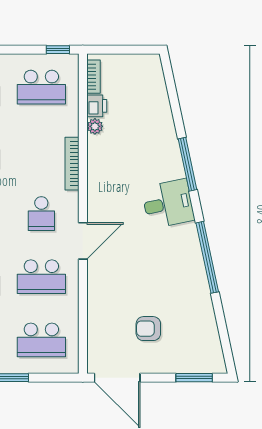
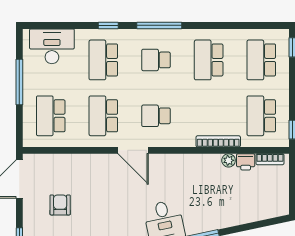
bookcase: (72, 164) -> (218, 141), moved

